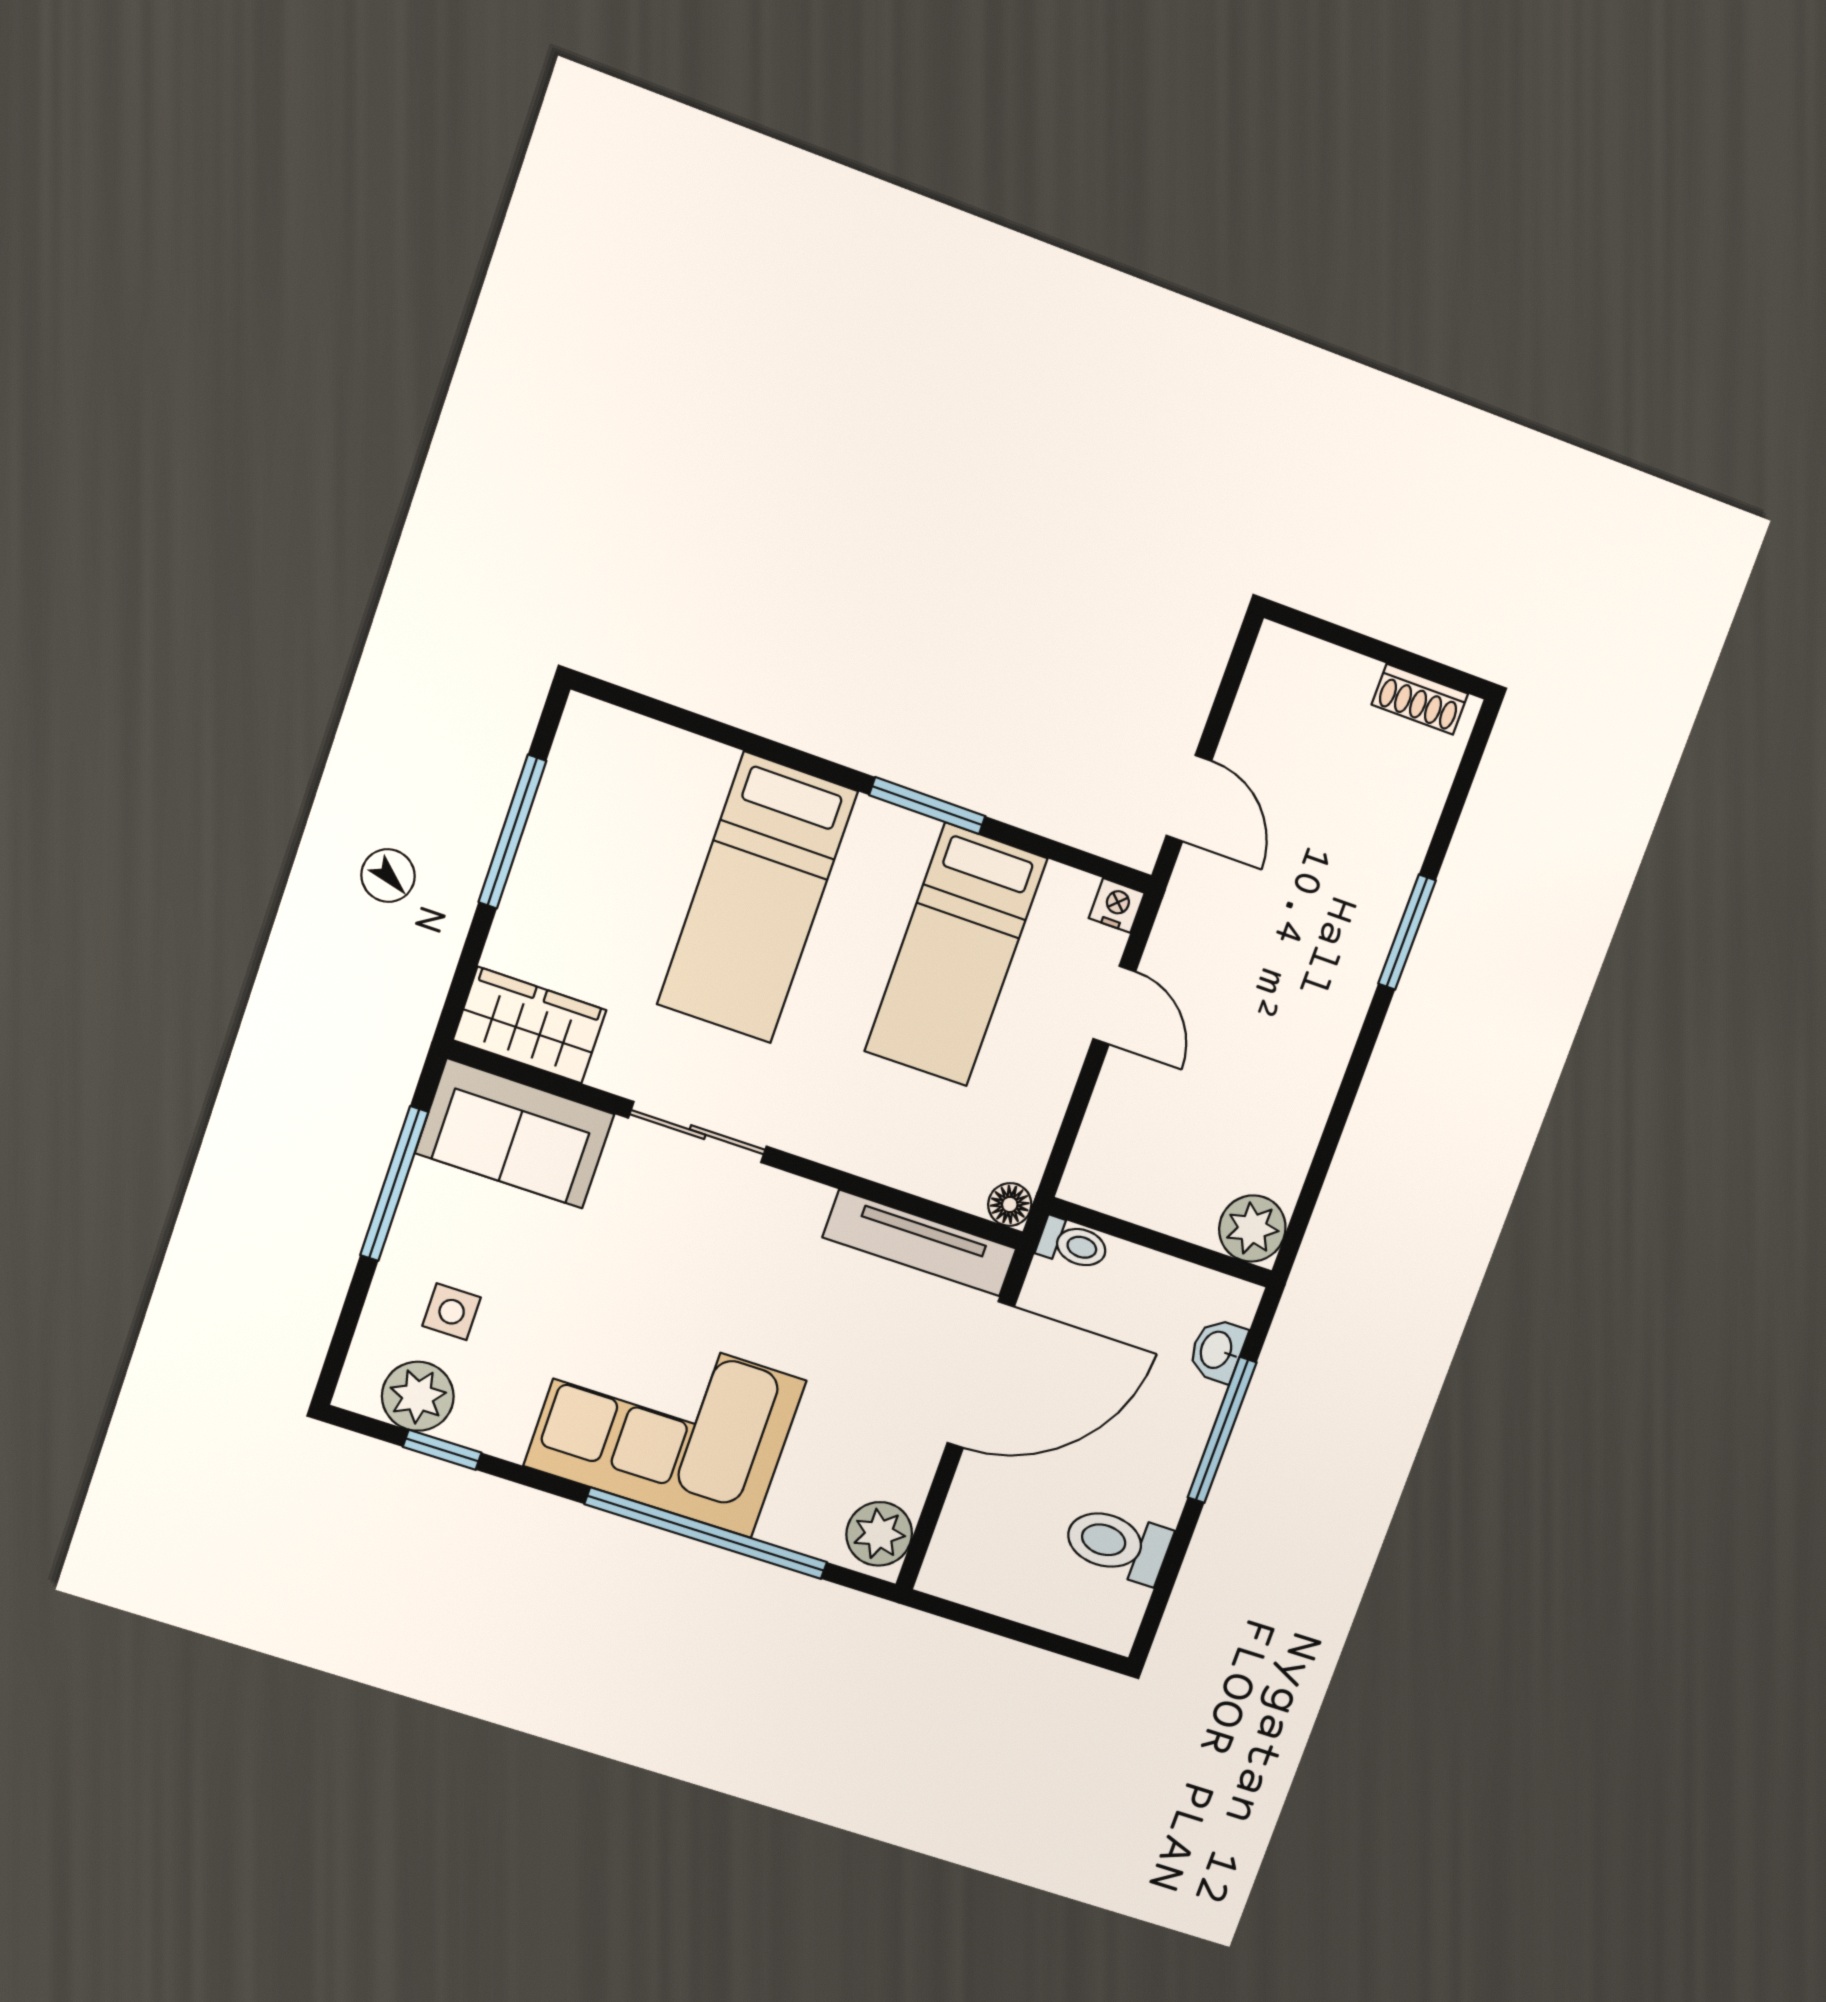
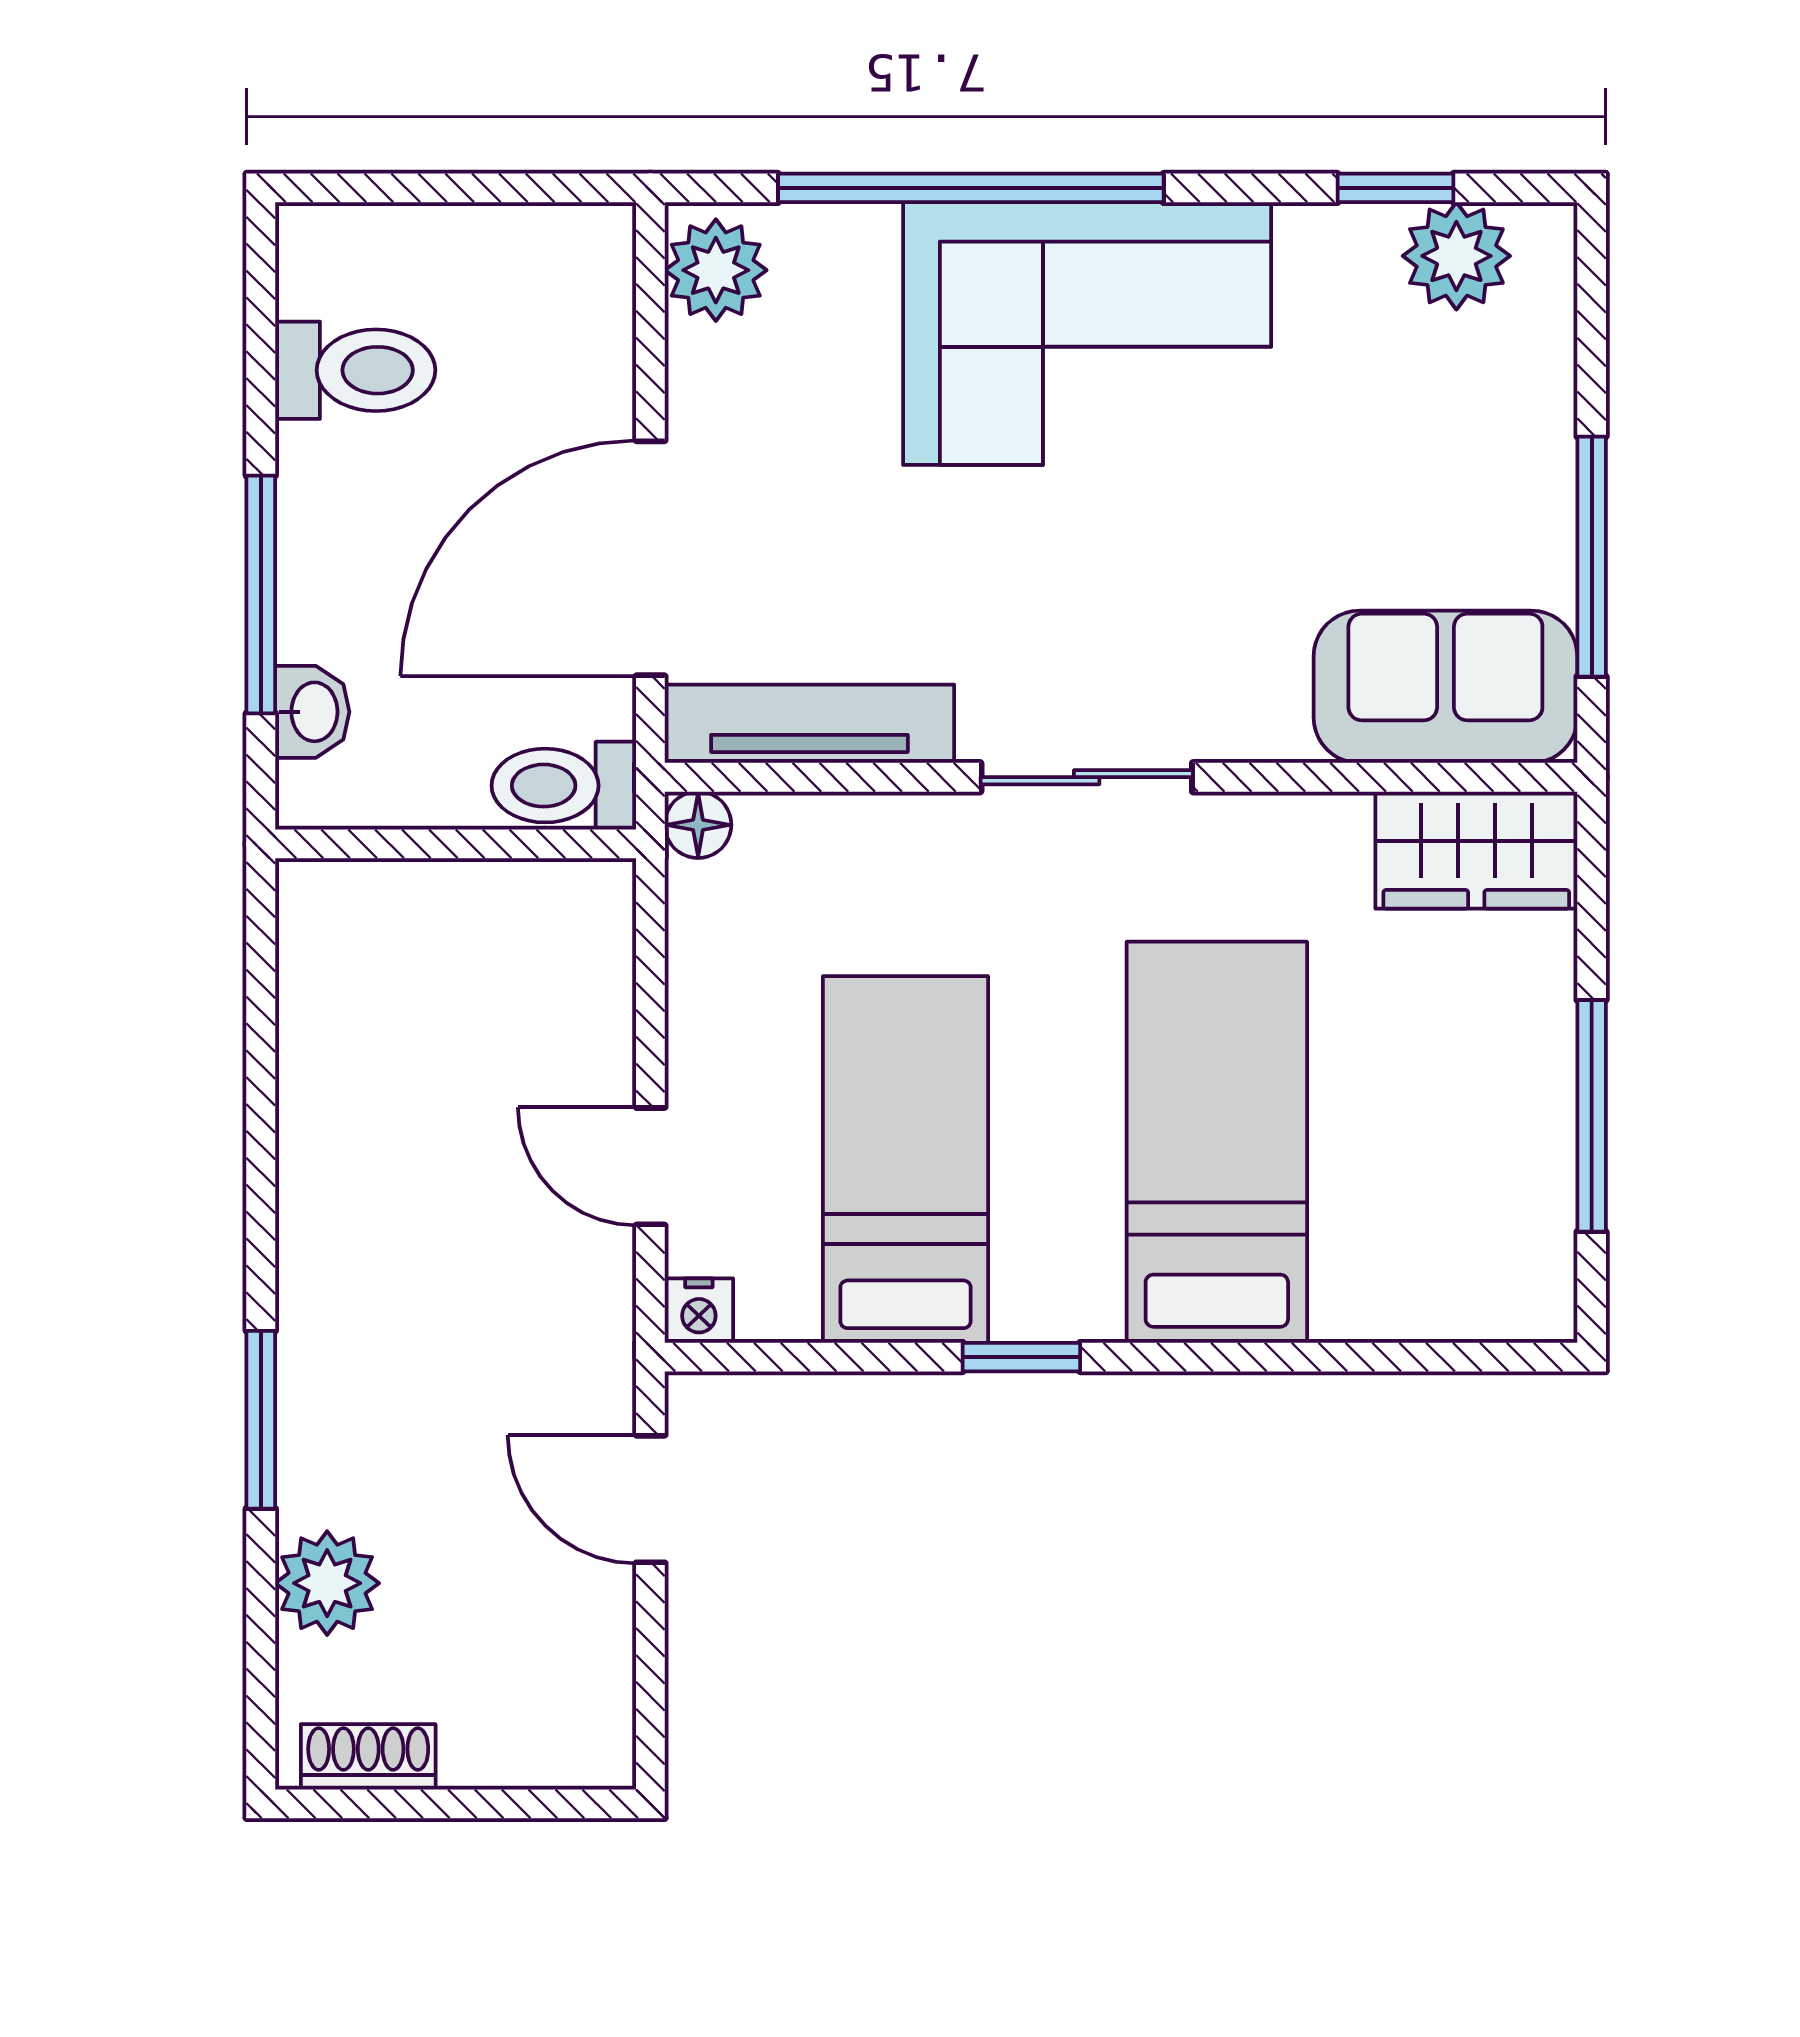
window: (927, 806) -> (1021, 1357), width x0.67
sliding door: (698, 1132) -> (1087, 777), moved
plant: (1252, 1228) -> (327, 1583), moved
toilet: (1073, 1244) -> (564, 786), width x1.37, depth x1.39
side table: (452, 1312) -> (1449, 397), removed

